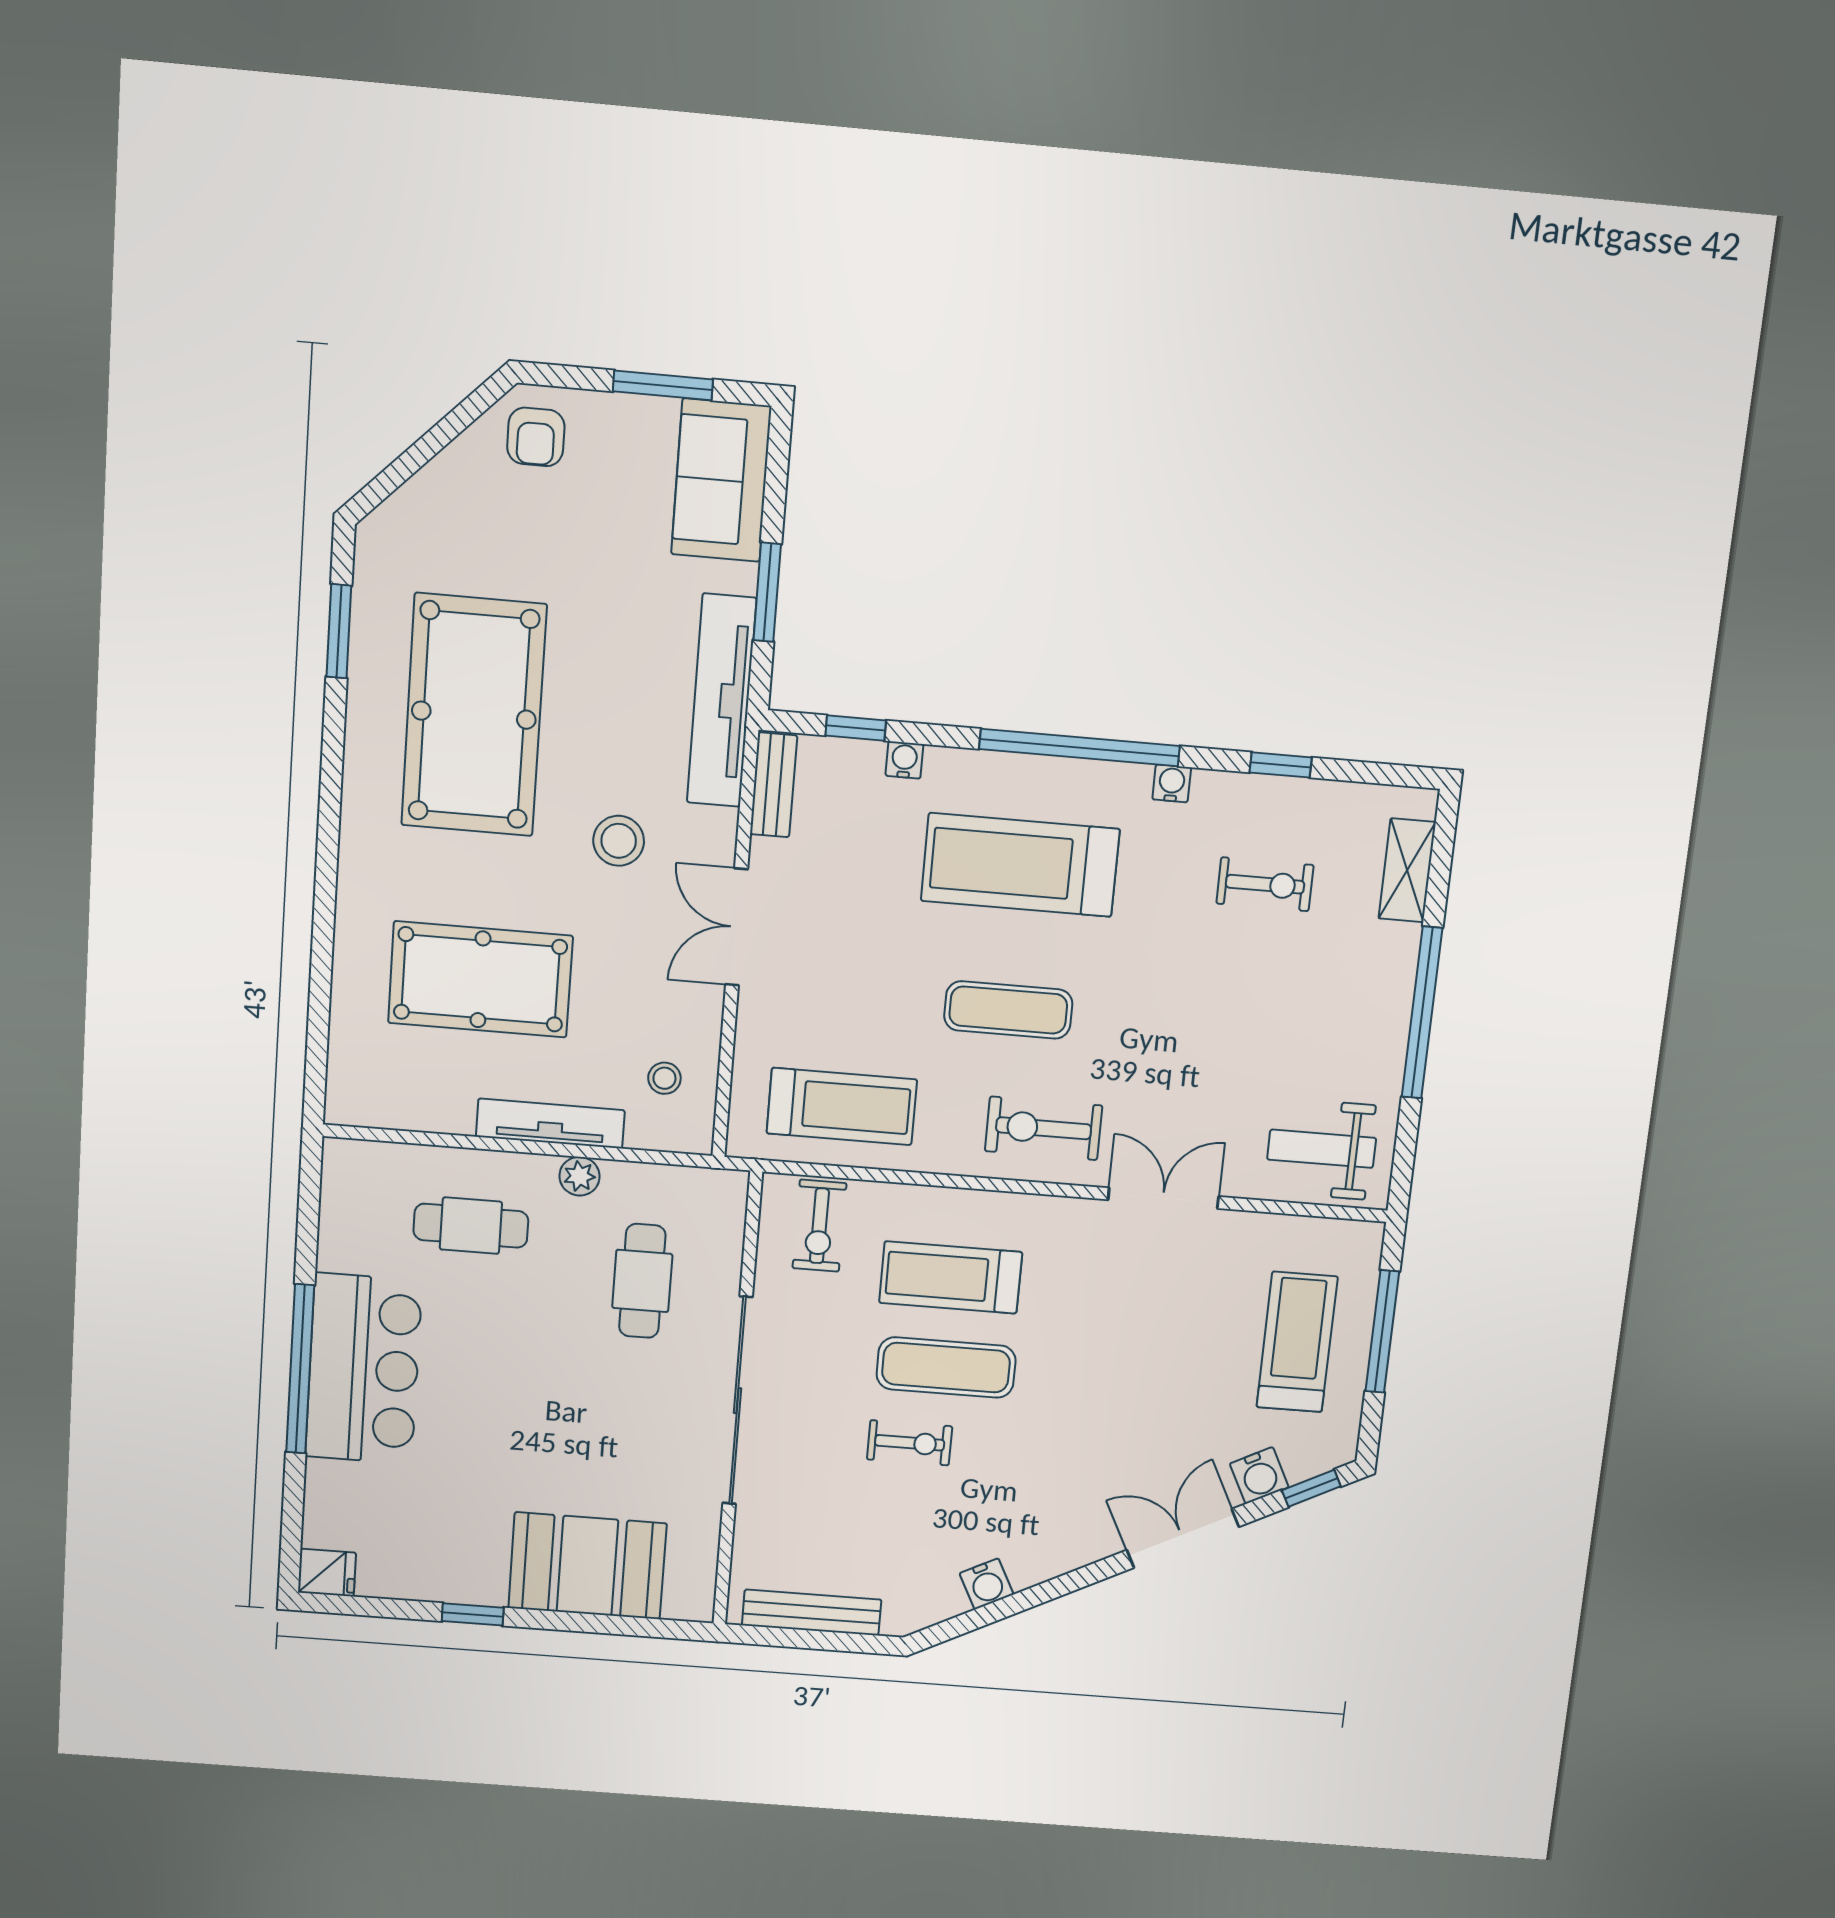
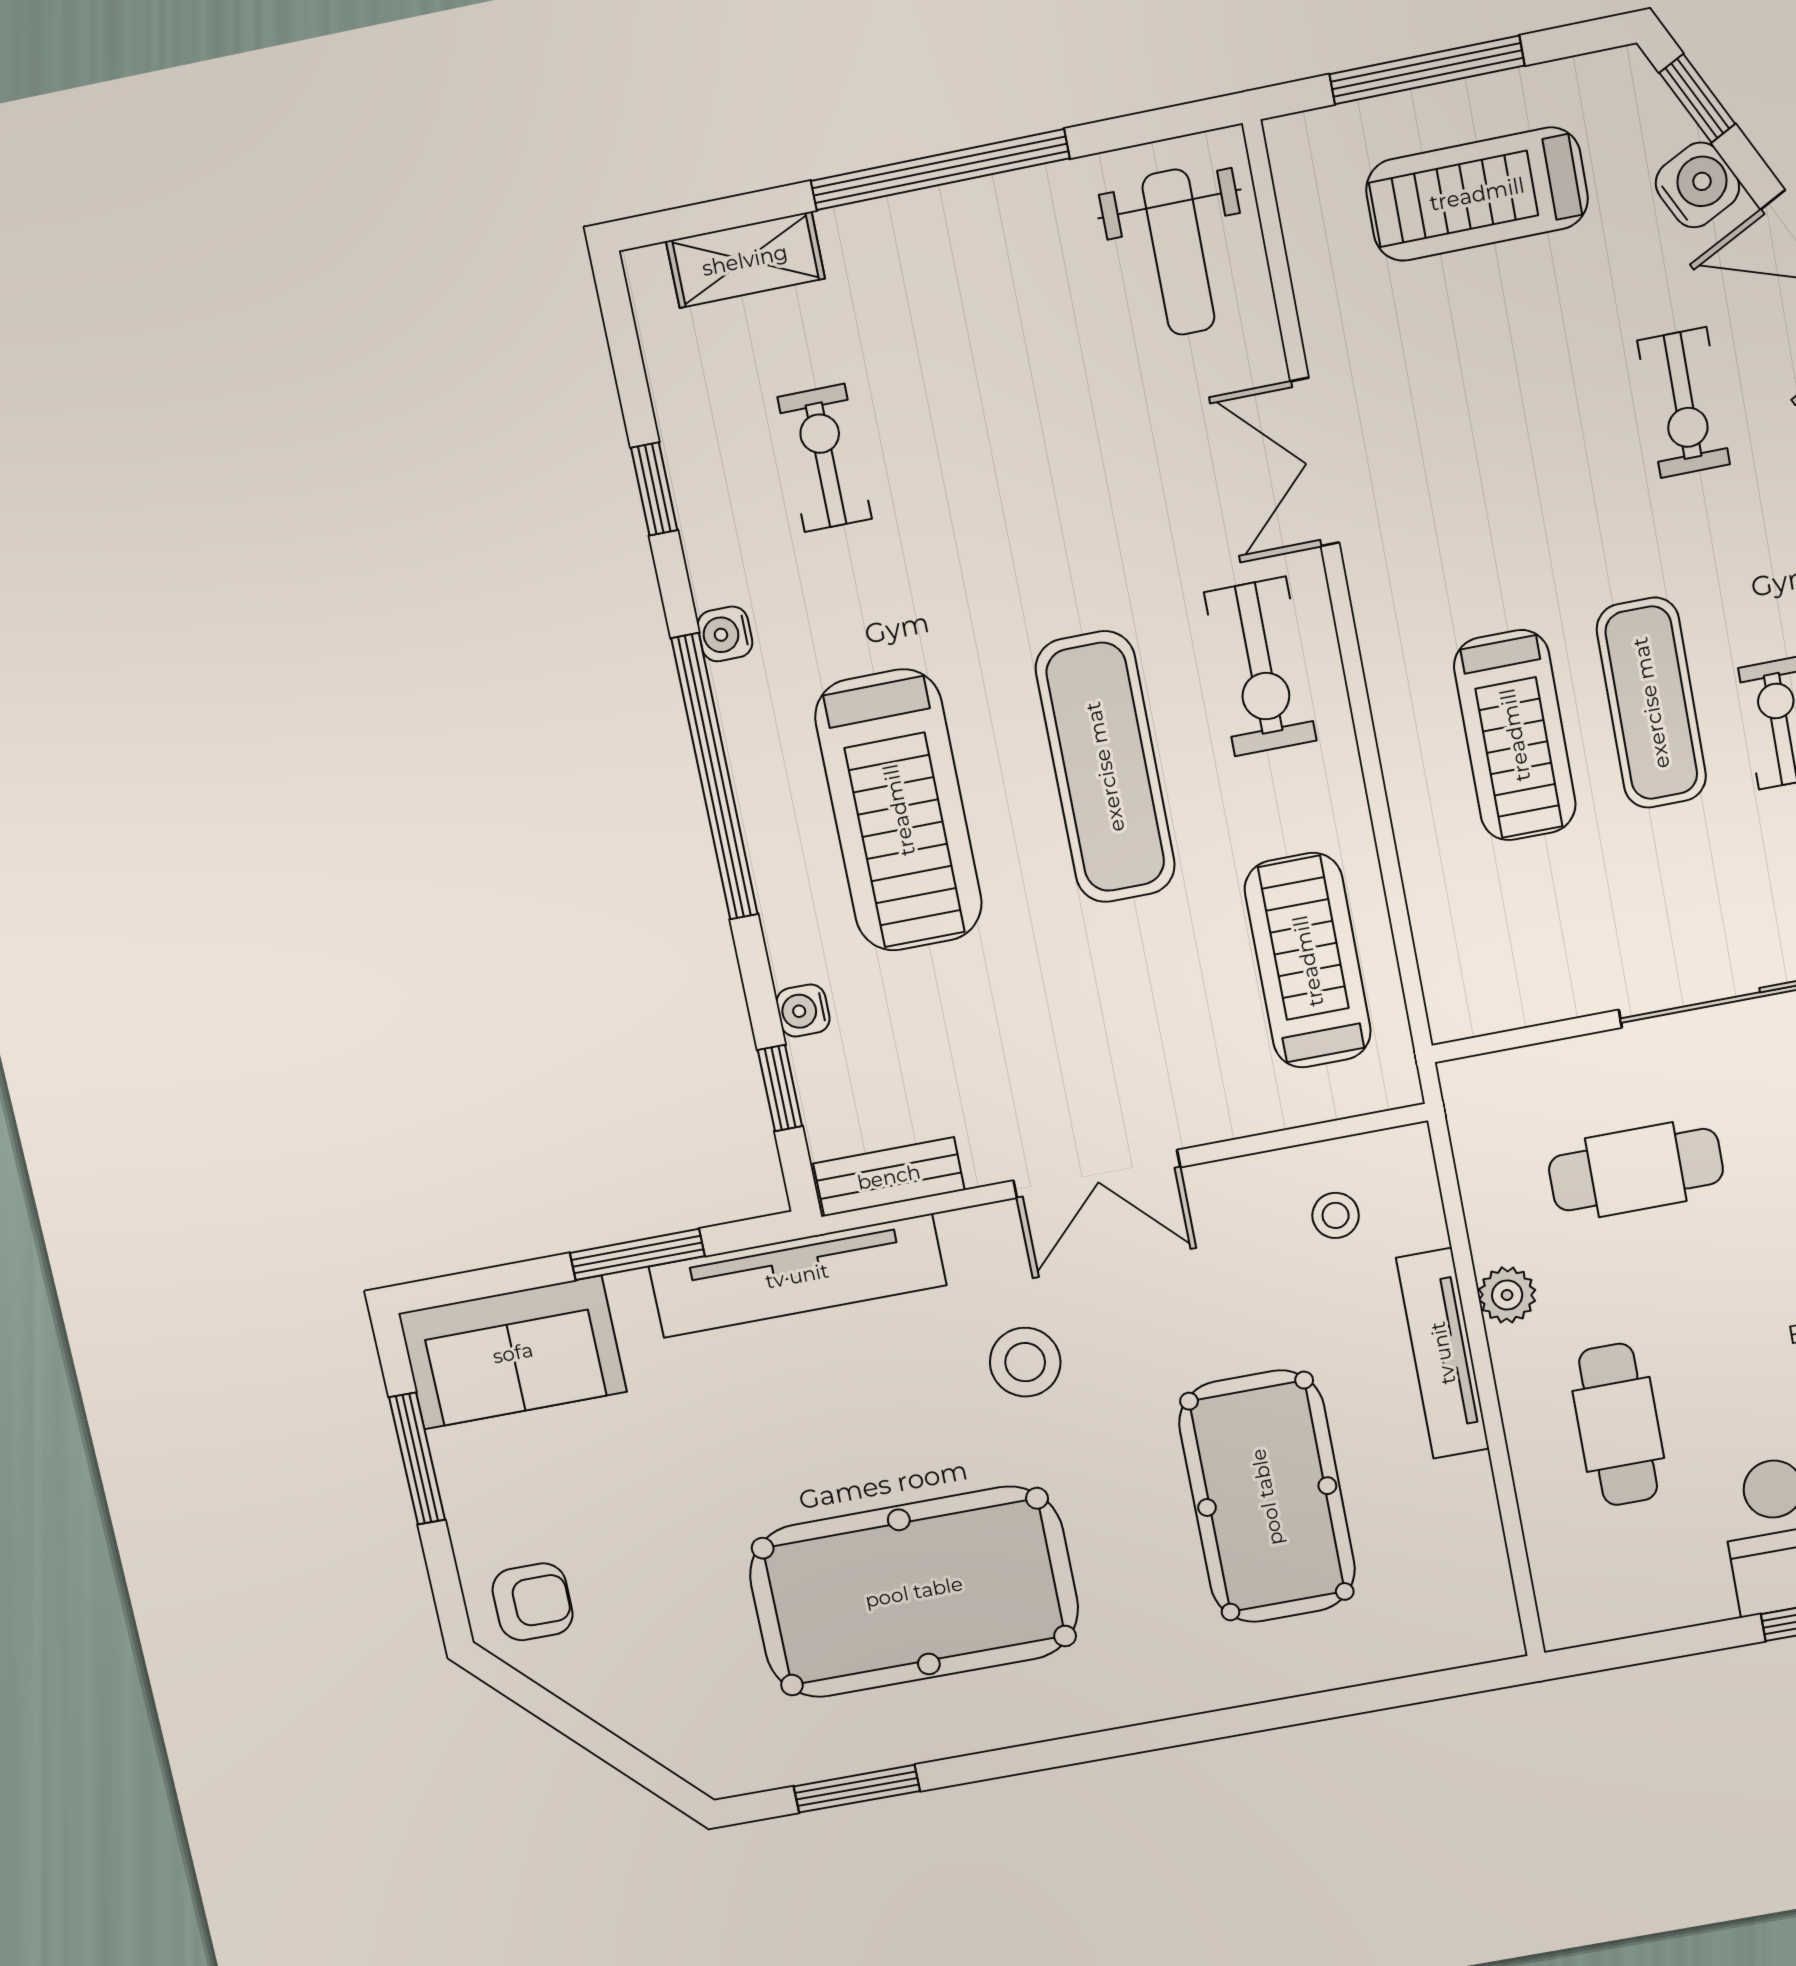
exercise mat: (1008, 1010) -> (1105, 767), width x1.36, depth x1.45
exercise bike: (819, 1226) -> (1684, 403), moved, turned 90

